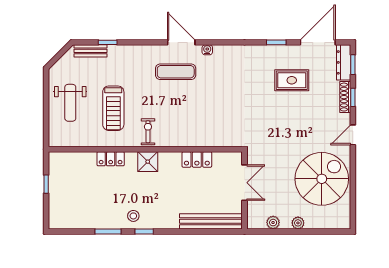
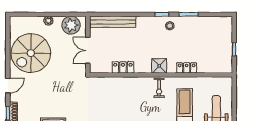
plant: (273, 223) -> (71, 25), width x1.88, depth x1.88

